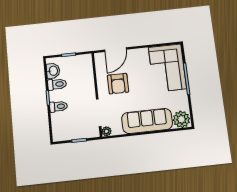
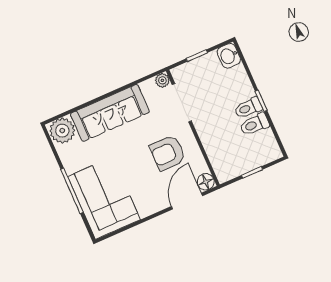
floor lamp: (100, 58) -> (206, 182), added
washbasin: (53, 71) -> (229, 56), moved
armchair: (118, 84) -> (168, 153), turned -90
toilet: (58, 107) -> (248, 108), moved

